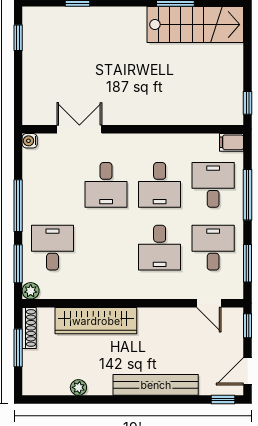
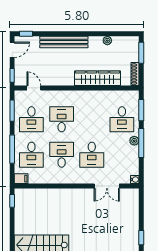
desk: (106, 185) -> (92, 155), turned 180
plant: (31, 291) -> (134, 141), moved
window: (18, 348) -> (141, 53), moved

